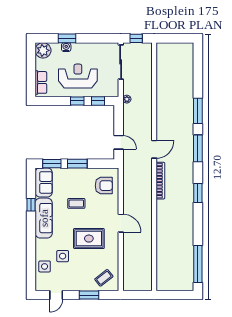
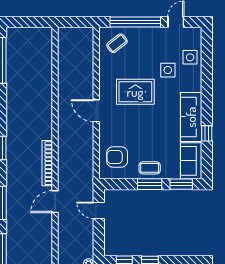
coffee table: (76, 203) -> (150, 168), moved
window: (89, 295) -> (135, 22), width x2.11

